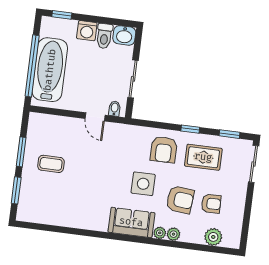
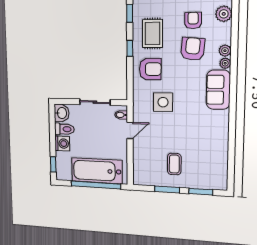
side table: (143, 184) -> (163, 102), moved

